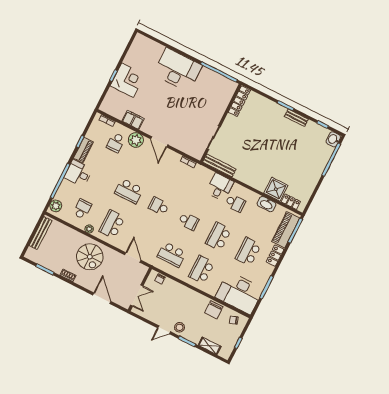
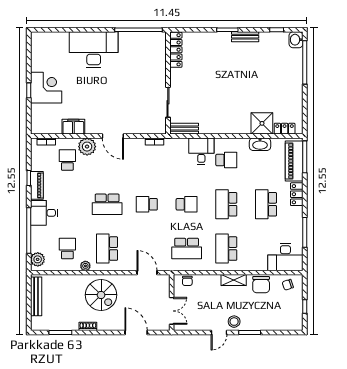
school desk: (116, 143) -> (67, 160), turned 180
bench: (219, 165) -> (184, 129), width x0.73
desk: (239, 293) -> (285, 257), width x0.73, depth x0.77
shelving: (210, 346) -> (234, 280), moved

